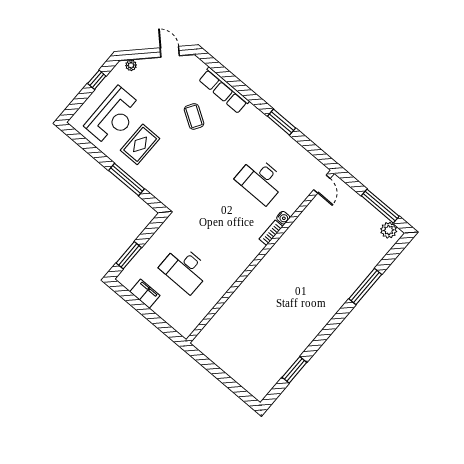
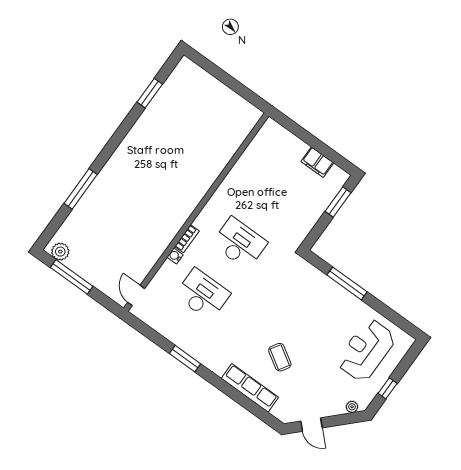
rug: (140, 144) -> (335, 322), removed
desk: (185, 269) -> (239, 243), moved

